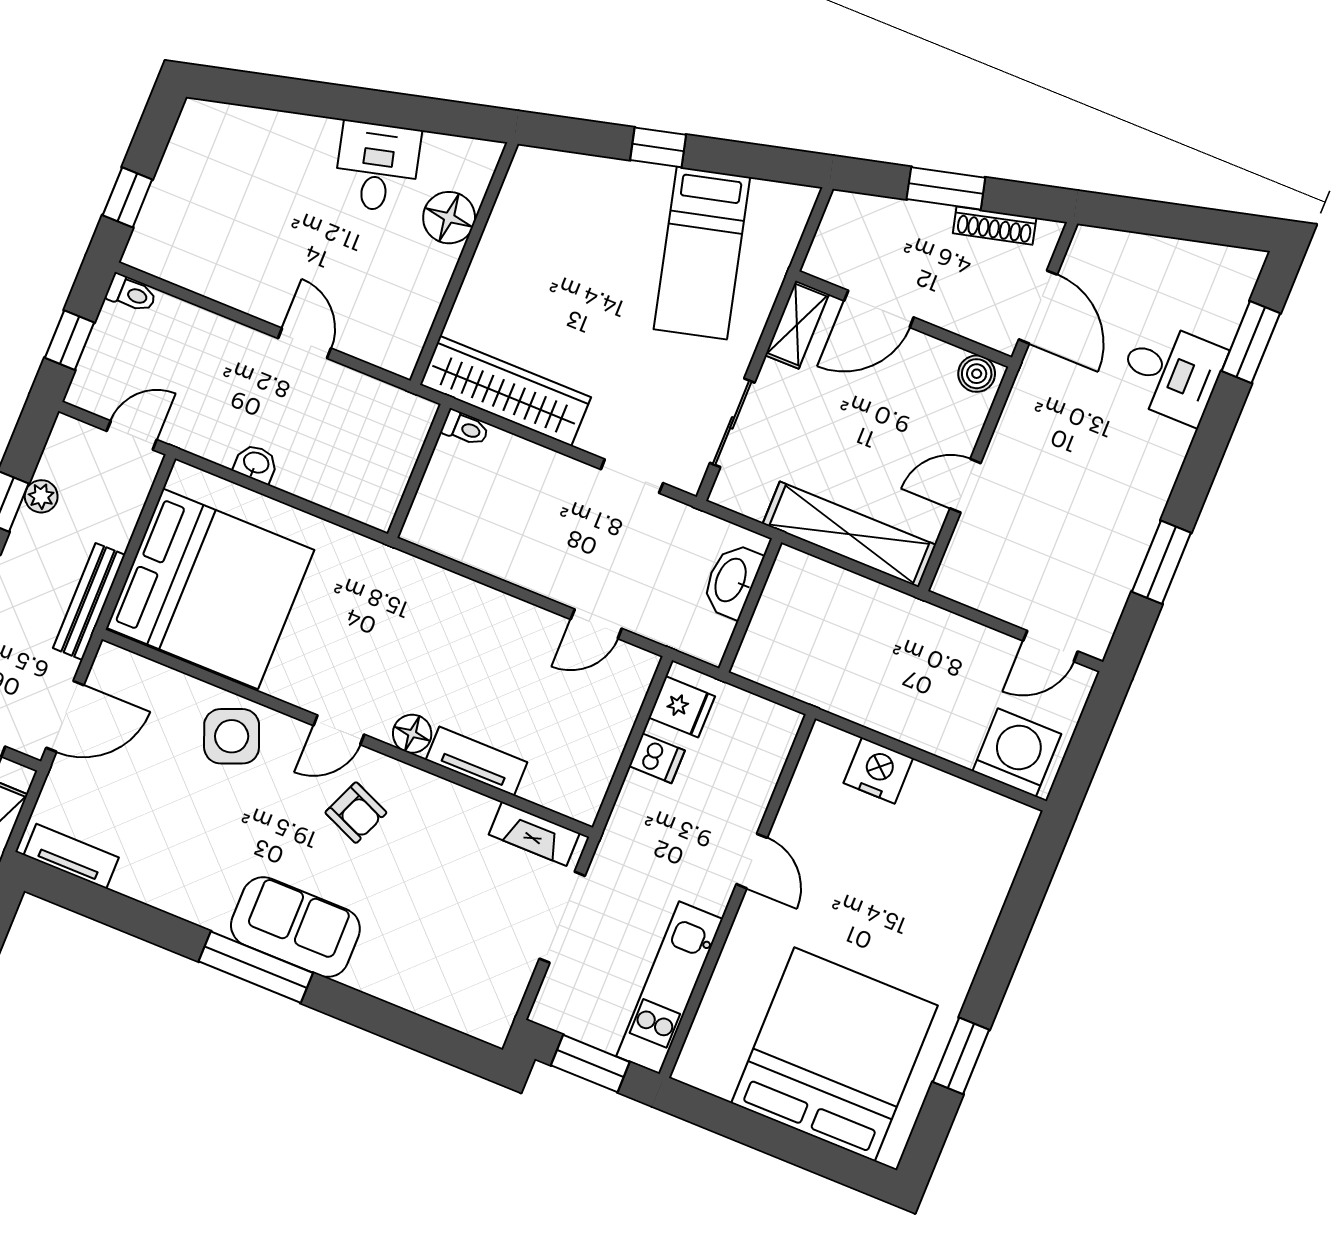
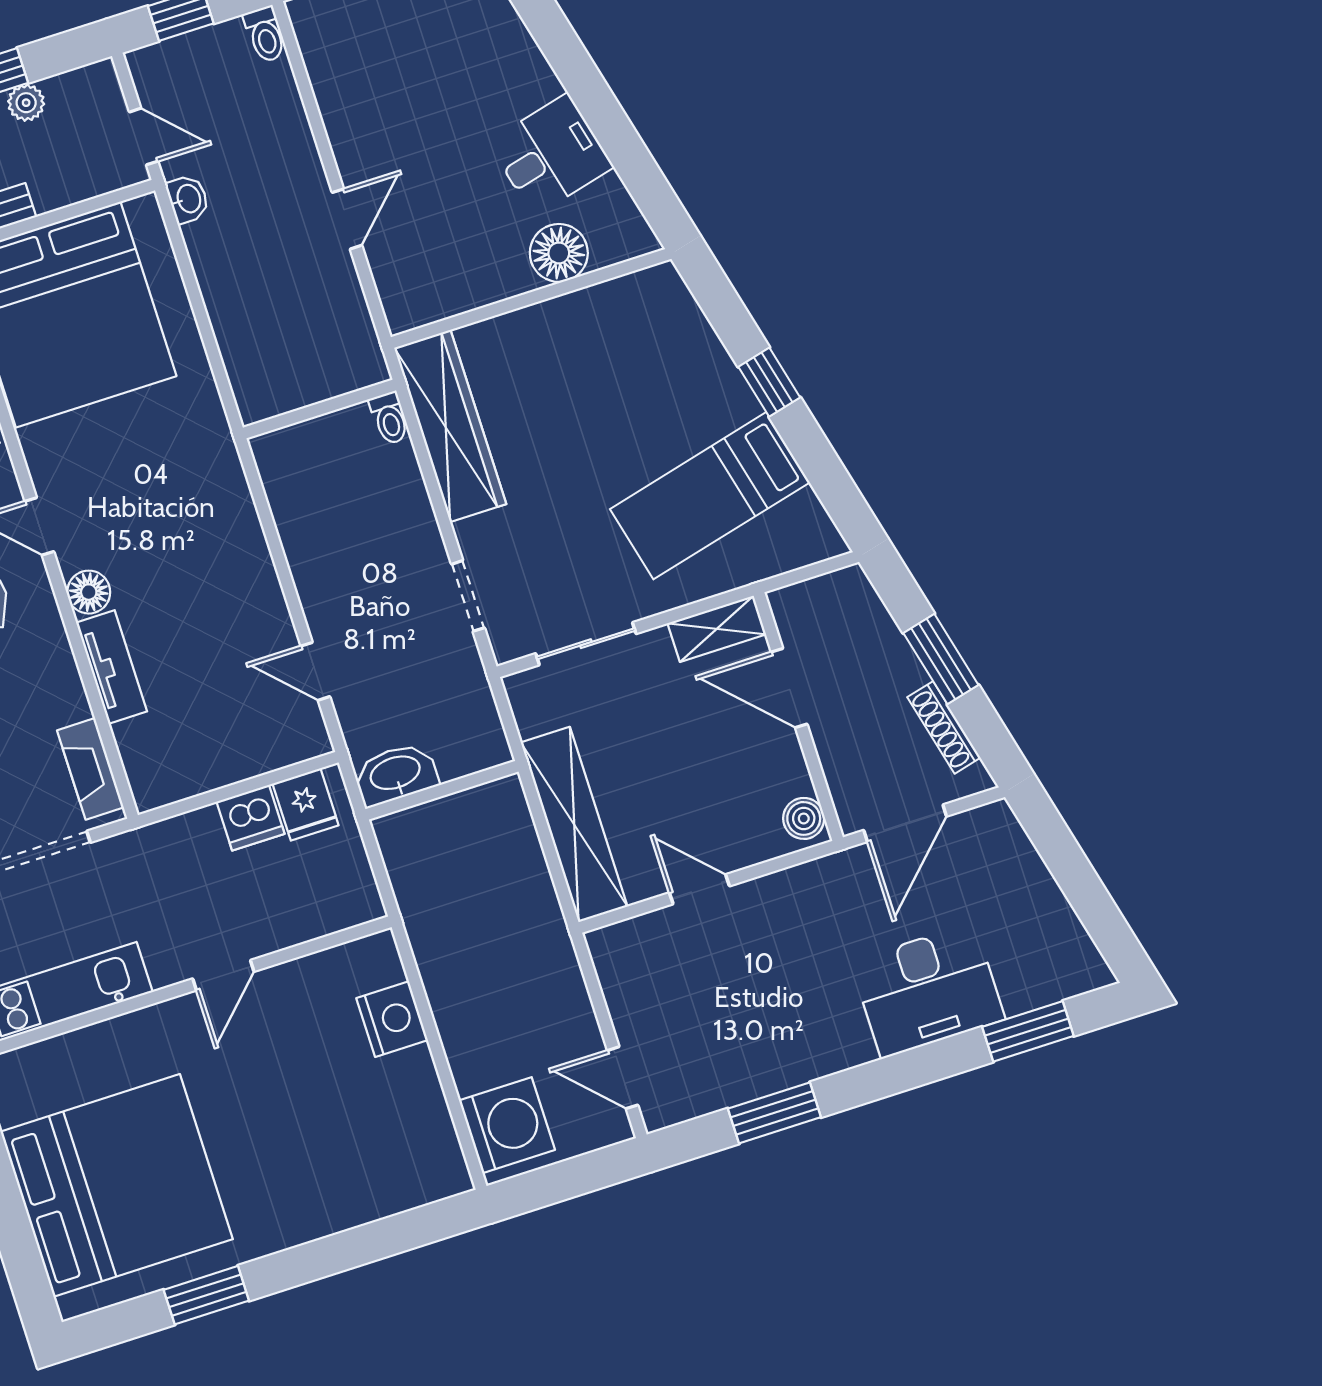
desk: (1171, 372) -> (928, 990), width x1.37
washbasin: (256, 463) -> (188, 199), moved
washbasin: (732, 581) -> (396, 774), moved
dishwasher: (657, 758) -> (251, 818), width x1.38

